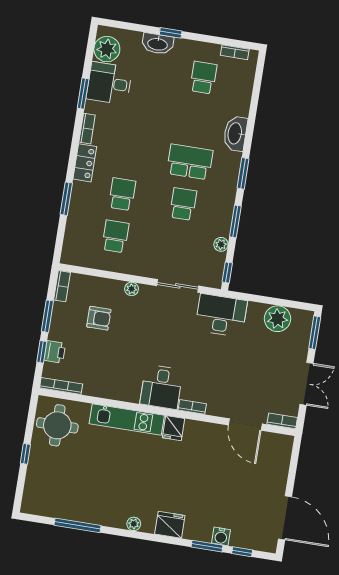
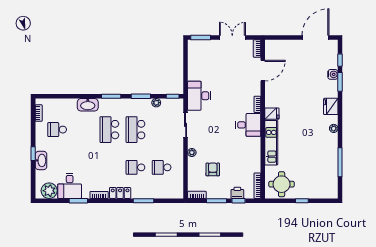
school desk: (183, 204) -> (135, 130), width x1.85
plant: (277, 319) -> (196, 61), removed

